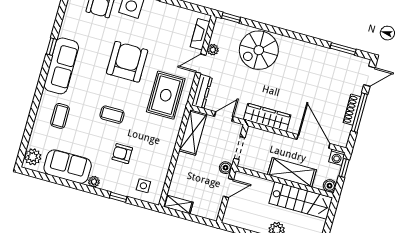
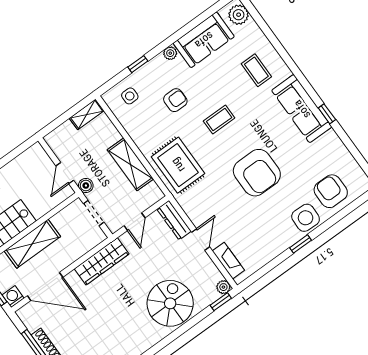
plant: (213, 50) -> (223, 287), moved
rug: (166, 95) -> (178, 165), moved
shelving: (193, 133) -> (130, 164), moved

